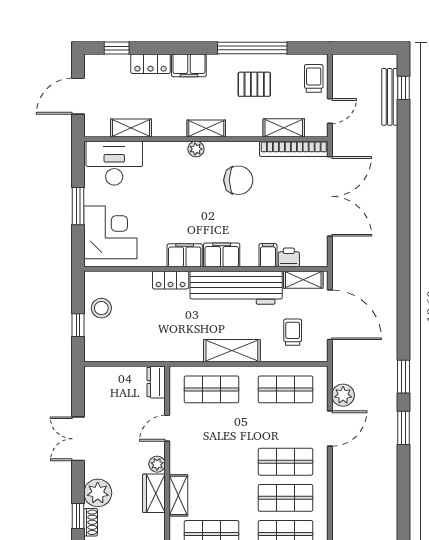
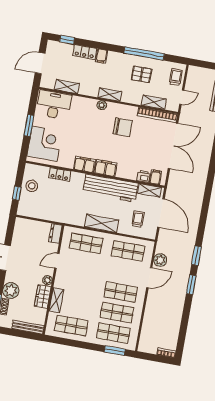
filing cabinet: (189, 65) -> (101, 56), width x0.50
filing cabinet: (268, 255) -> (156, 177), moved
locker: (171, 280) -> (60, 174), moved

